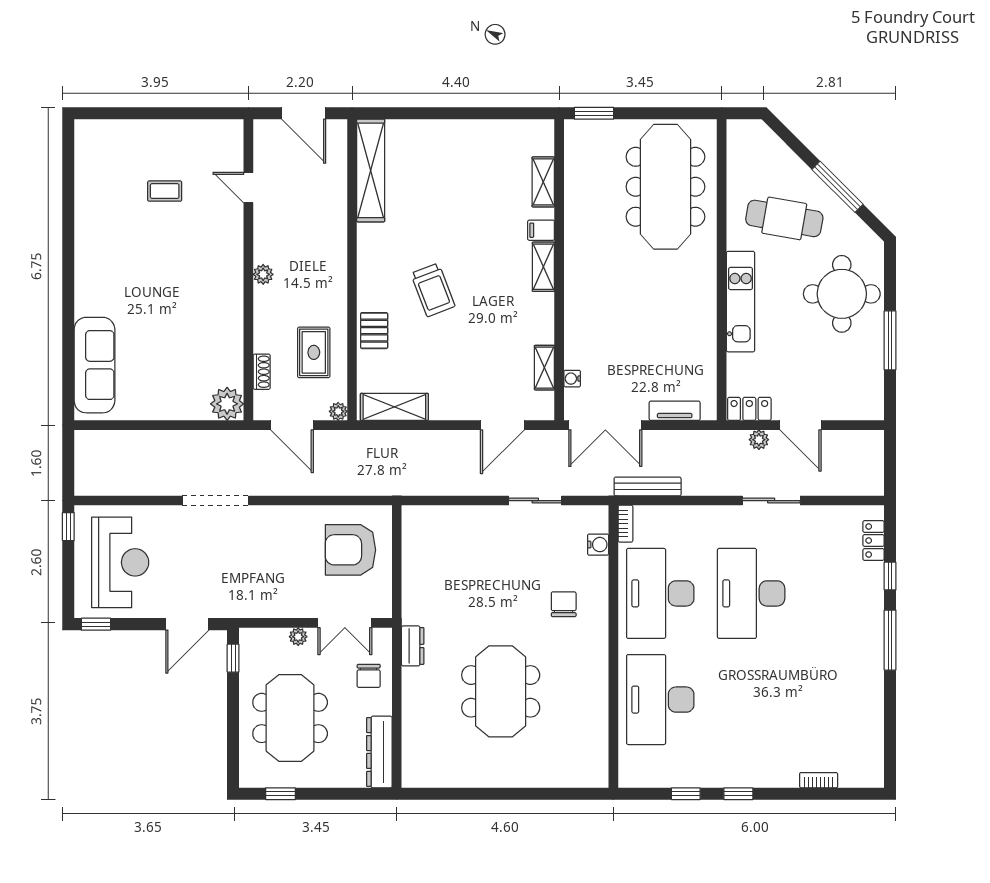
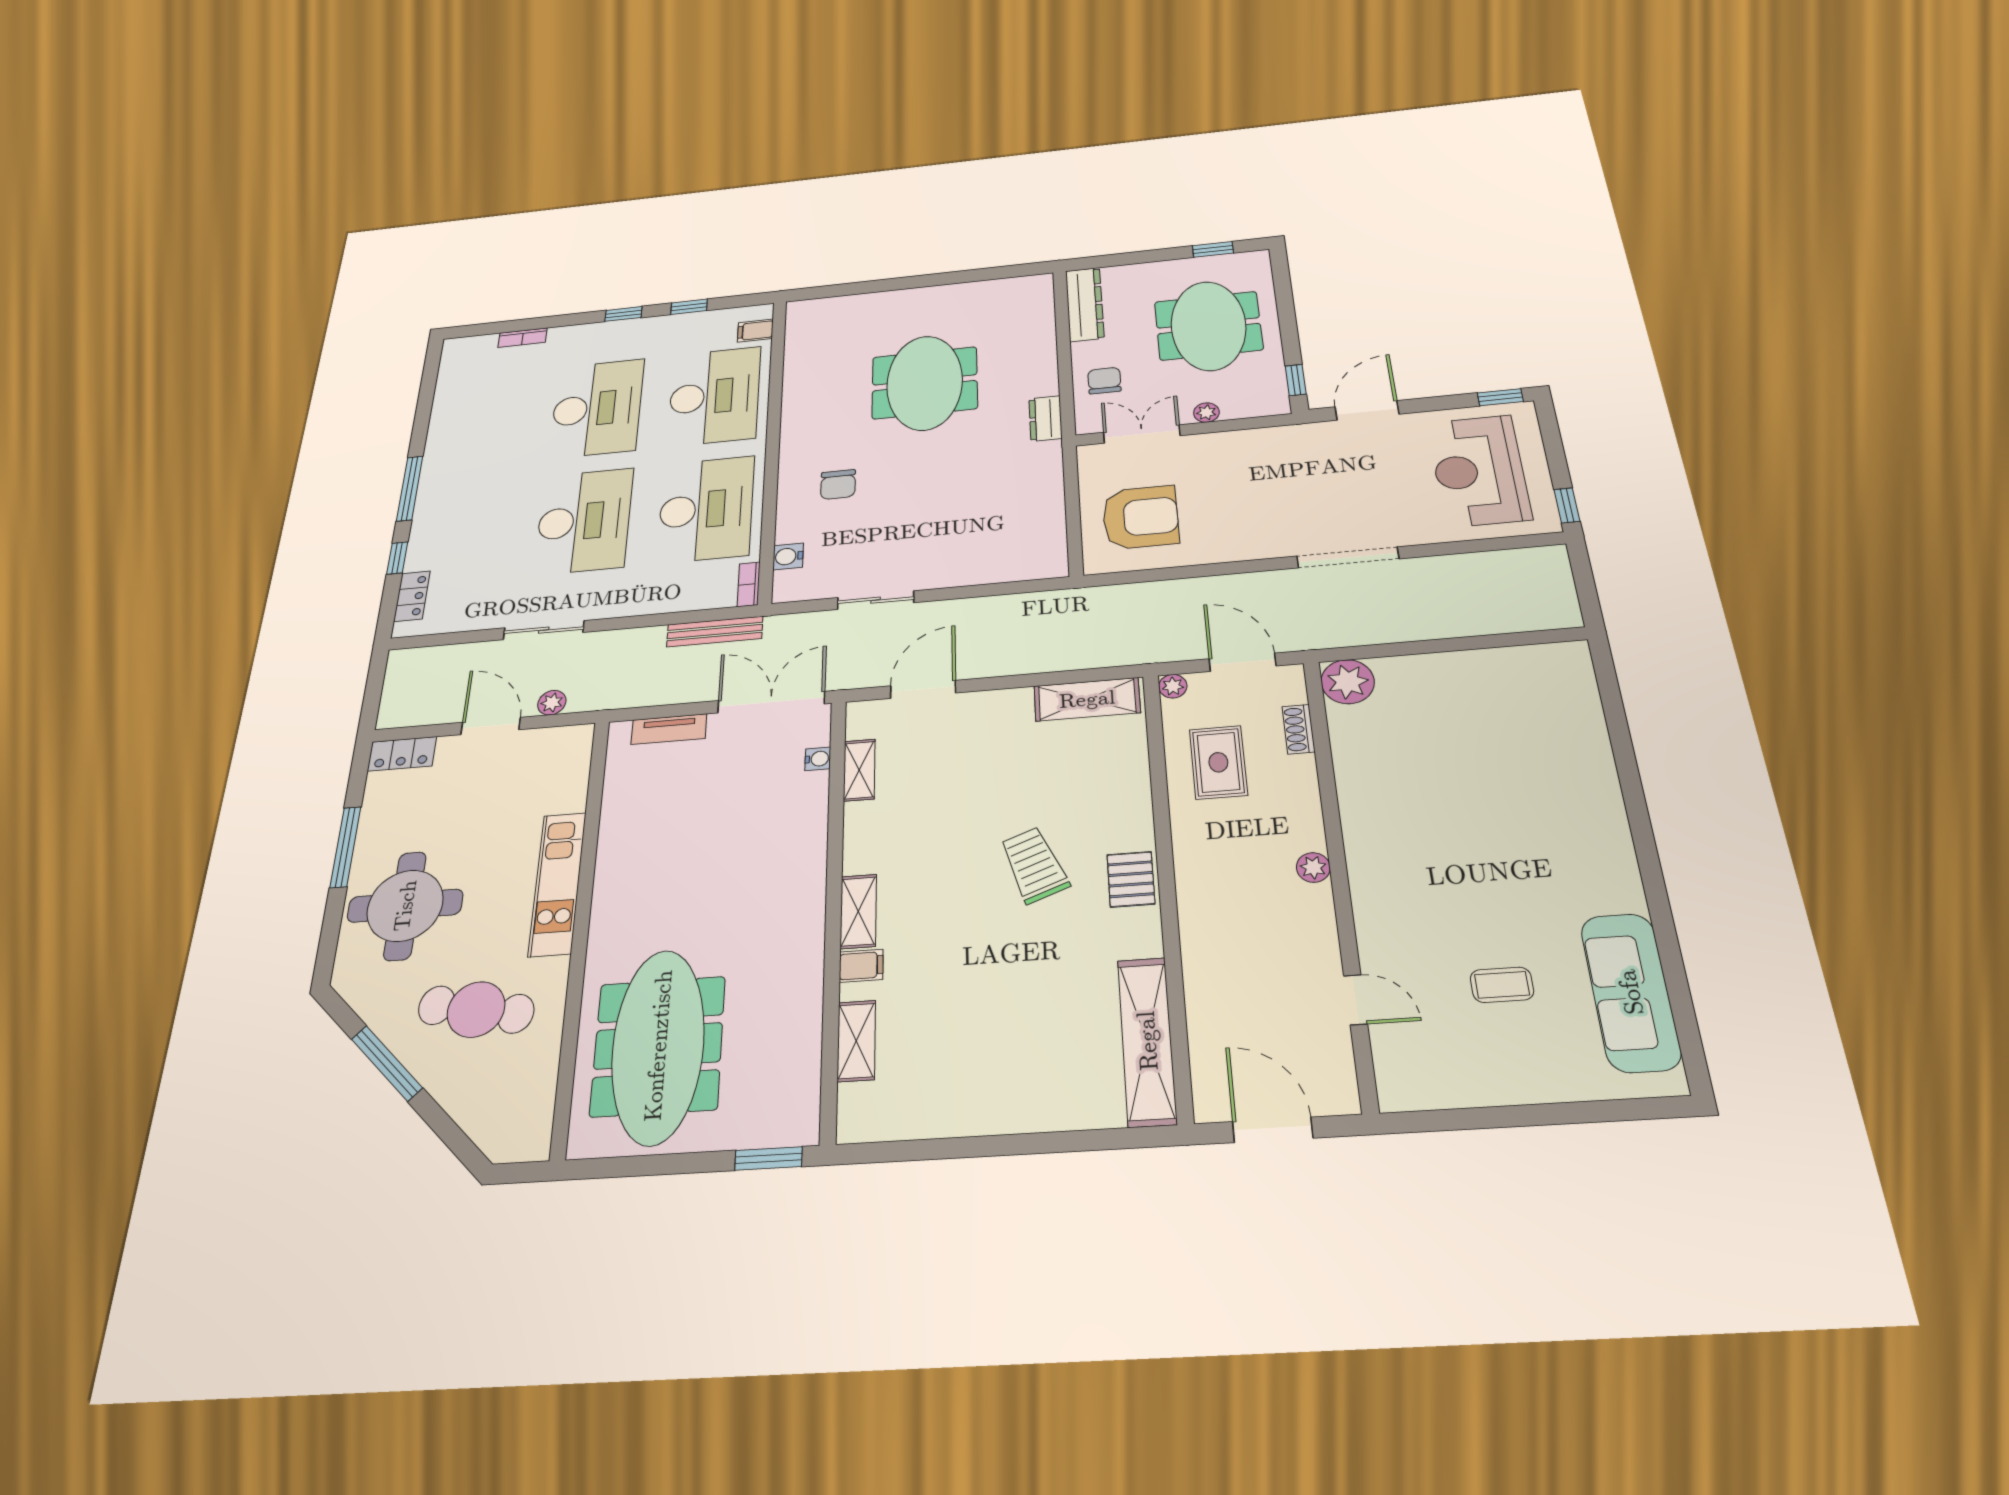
pallet: (374, 331) -> (1131, 879), moved
sofa: (94, 365) -> (1630, 992), moved
locker: (749, 409) -> (402, 754), moved
desk: (751, 700) -> (597, 408), added
filing cabinet: (632, 761) -> (755, 331), added

